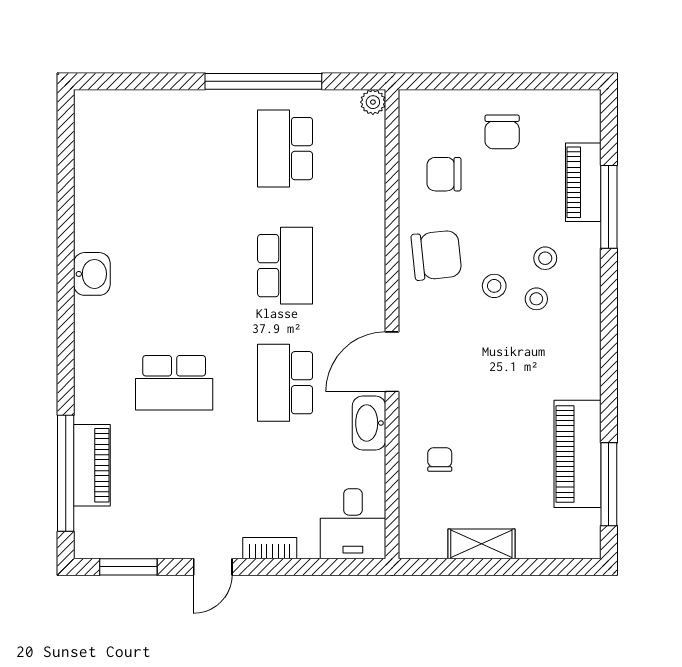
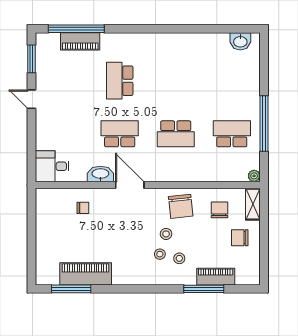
washbasin: (92, 274) -> (240, 41), moved
shelving: (481, 544) -> (253, 204), moved
bookcase: (270, 548) -> (41, 126), removed

